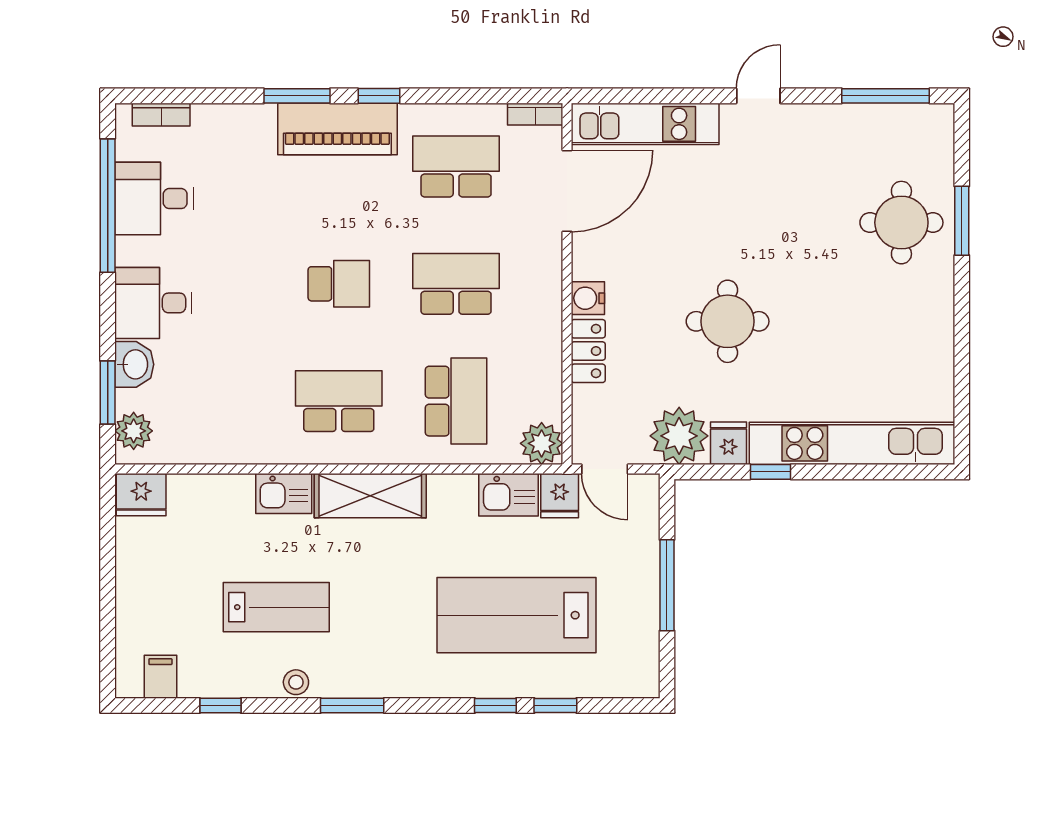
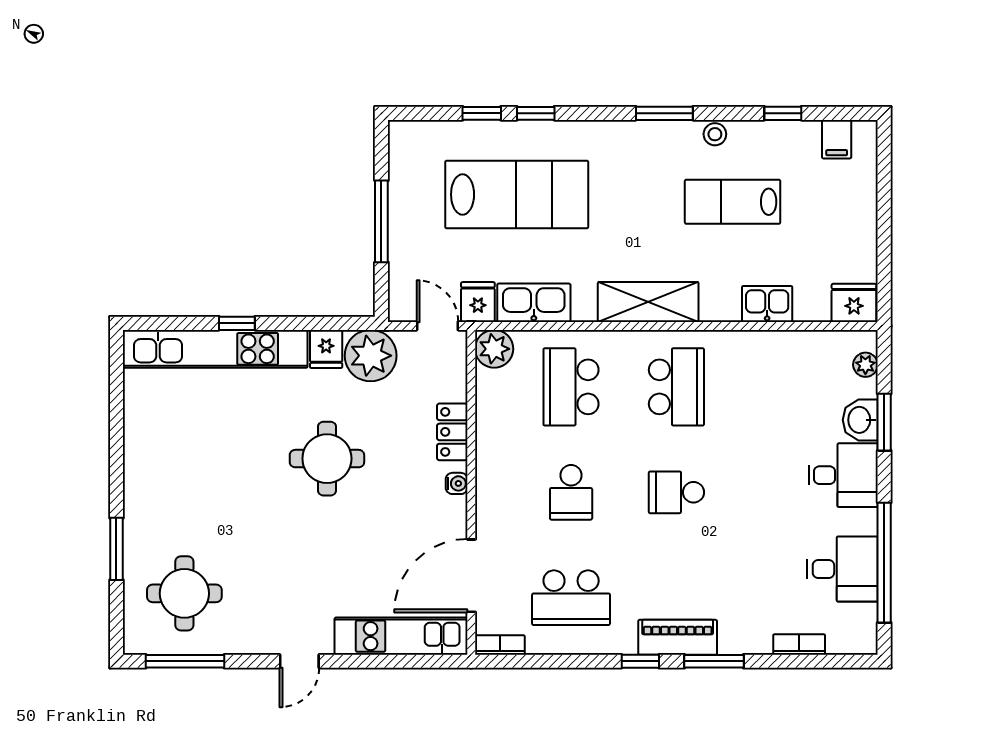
bookcase: (161, 115) -> (799, 644), moved
piano: (337, 129) -> (678, 637), width x0.73, depth x0.75
round table: (901, 223) -> (184, 593), moved
school desk: (456, 284) -> (571, 492), width x0.54
water cooler: (588, 298) -> (457, 483), width x0.72, depth x0.72
window: (108, 393) -> (884, 422), moved
school desk: (339, 401) -> (676, 387), turned -90
plant: (134, 431) -> (865, 365), width x0.73, depth x0.73
window: (770, 472) -> (237, 323), moved
kitchen sink: (284, 493) -> (767, 304), moved
kitchen sink: (509, 495) -> (534, 303), width x1.38

